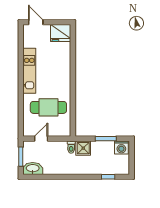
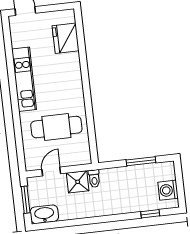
fridge: (61, 33) -> (66, 38), moved, turned 90
washing machine: (121, 147) -> (168, 190), moved, turned 90
shower: (83, 148) -> (78, 182), moved

